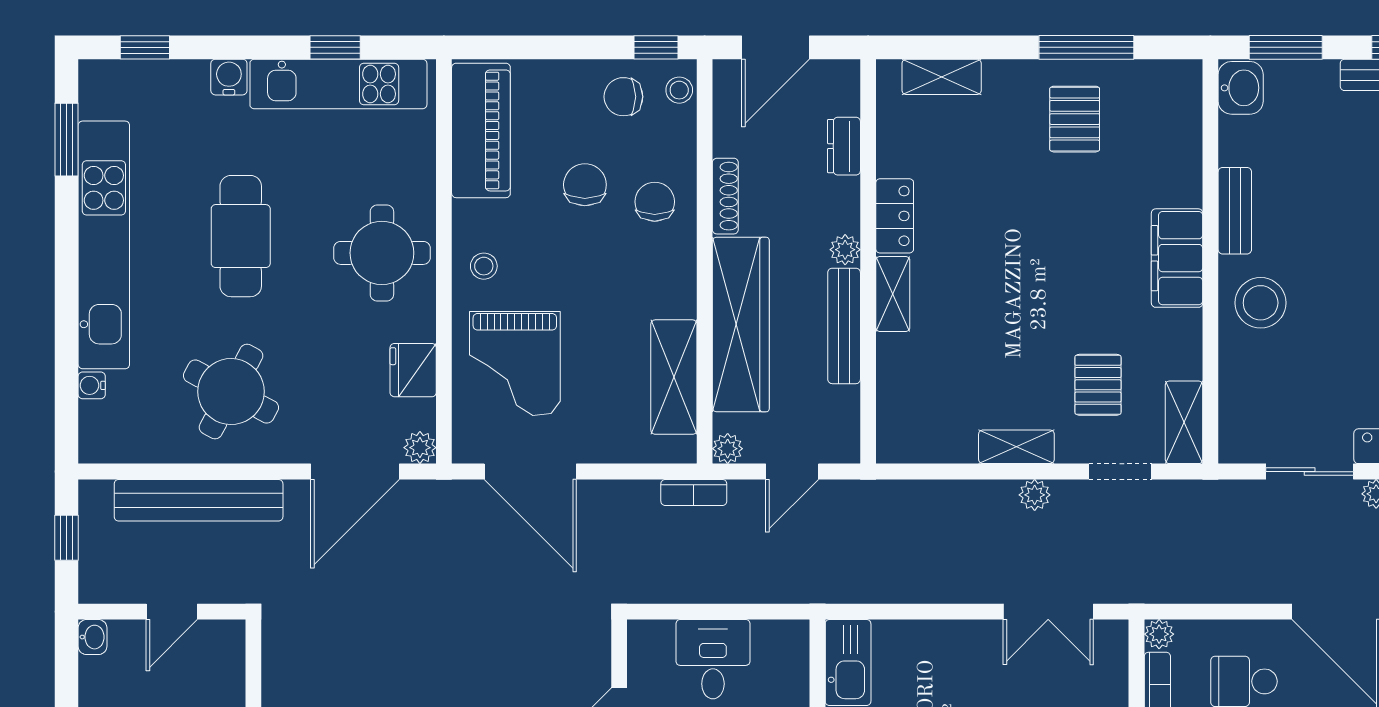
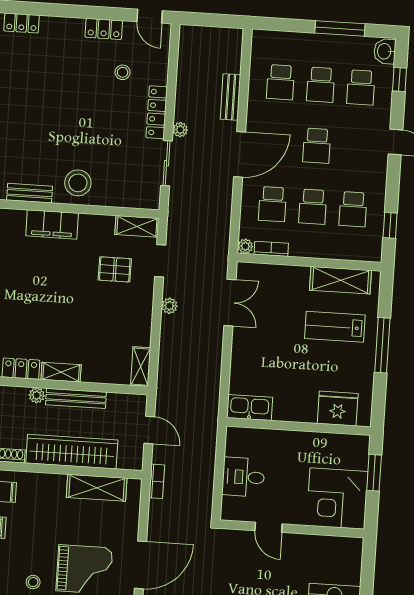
shelving: (1016, 447) -> (141, 367), moved
plant: (728, 449) -> (135, 462), removed

